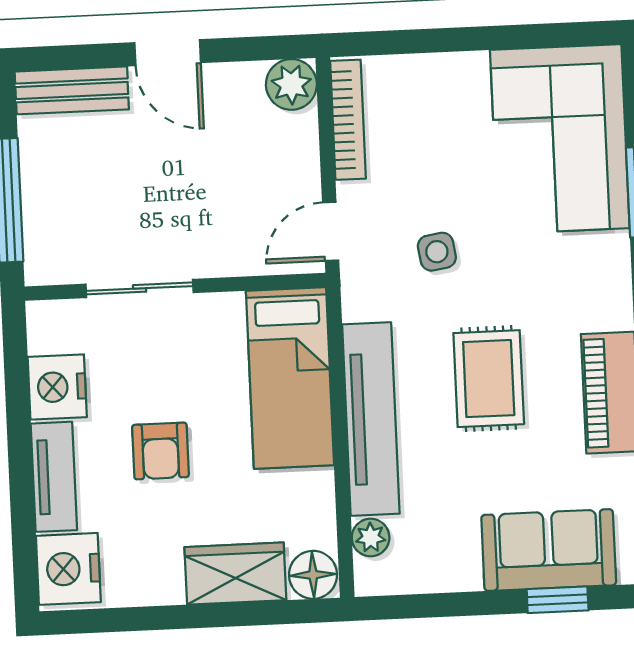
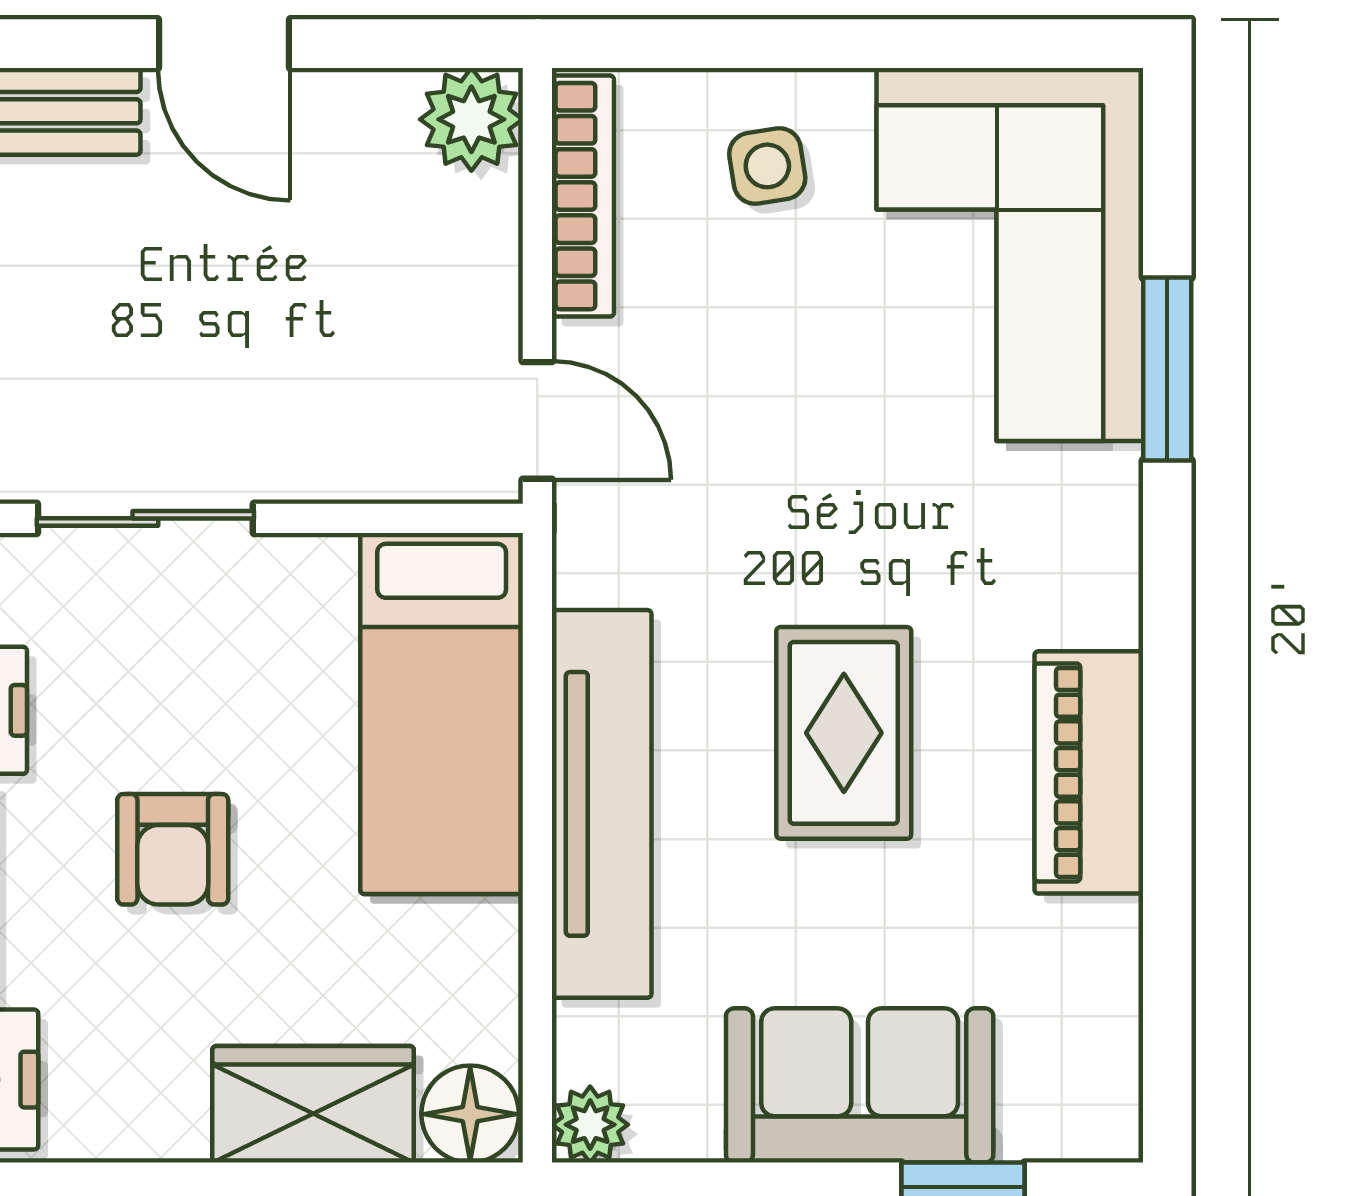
door: (331, 231) -> (537, 420), swing flipped
side table: (437, 252) -> (767, 166), moved
plant: (371, 538) -> (590, 1125), moved
sofa: (549, 550) -> (860, 1085), moved

